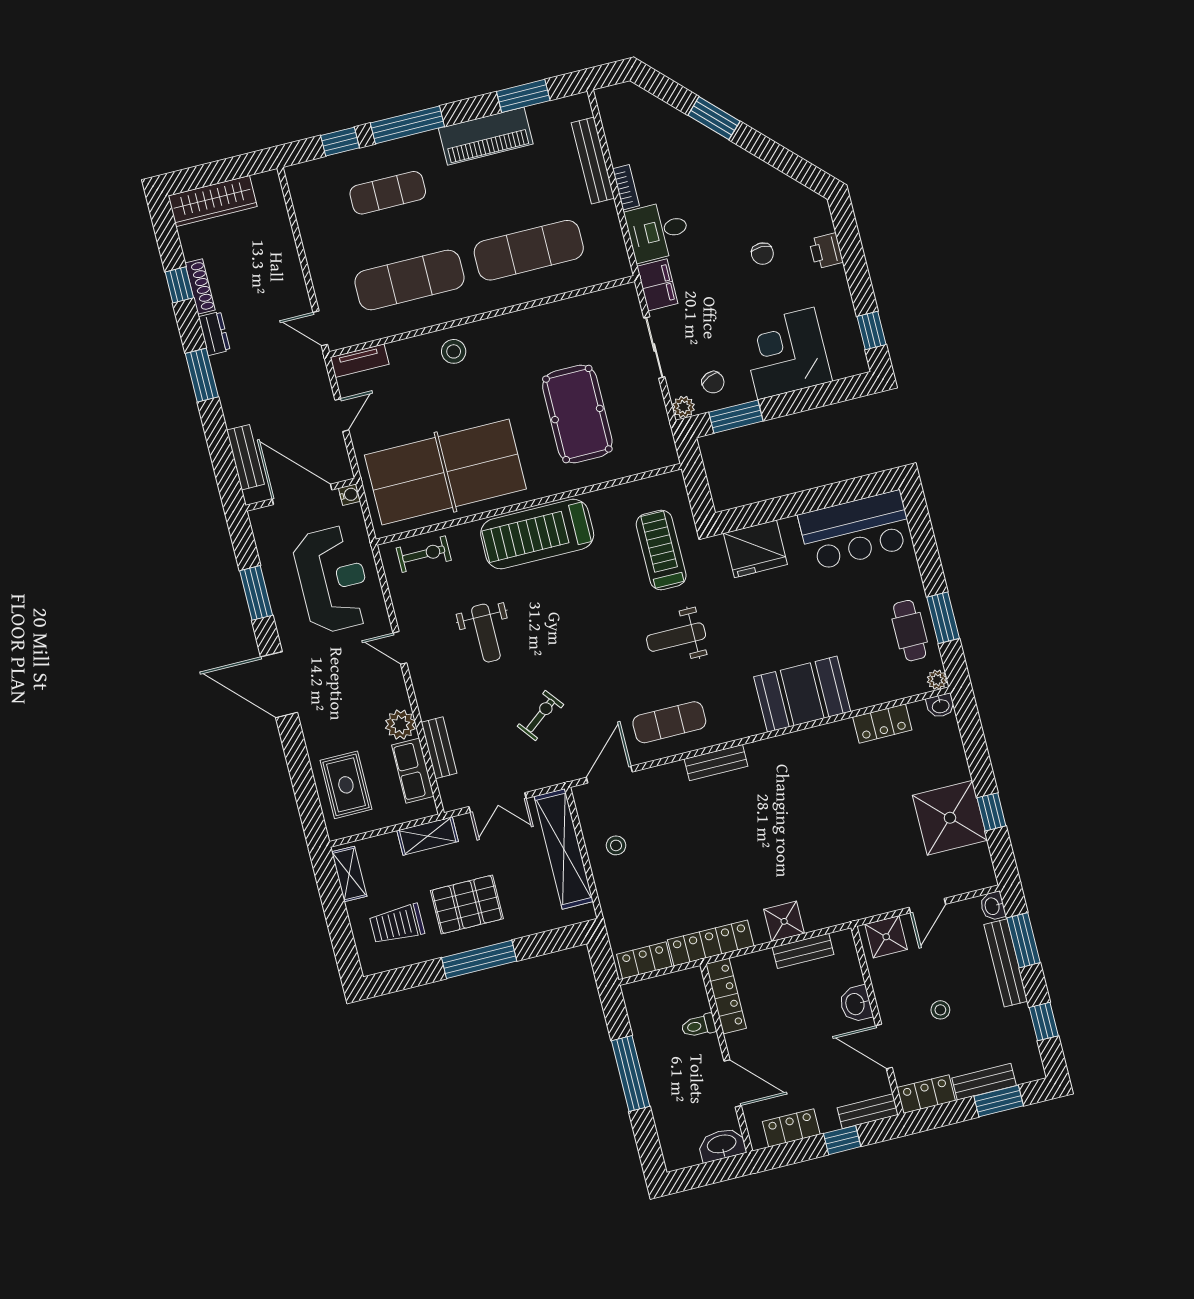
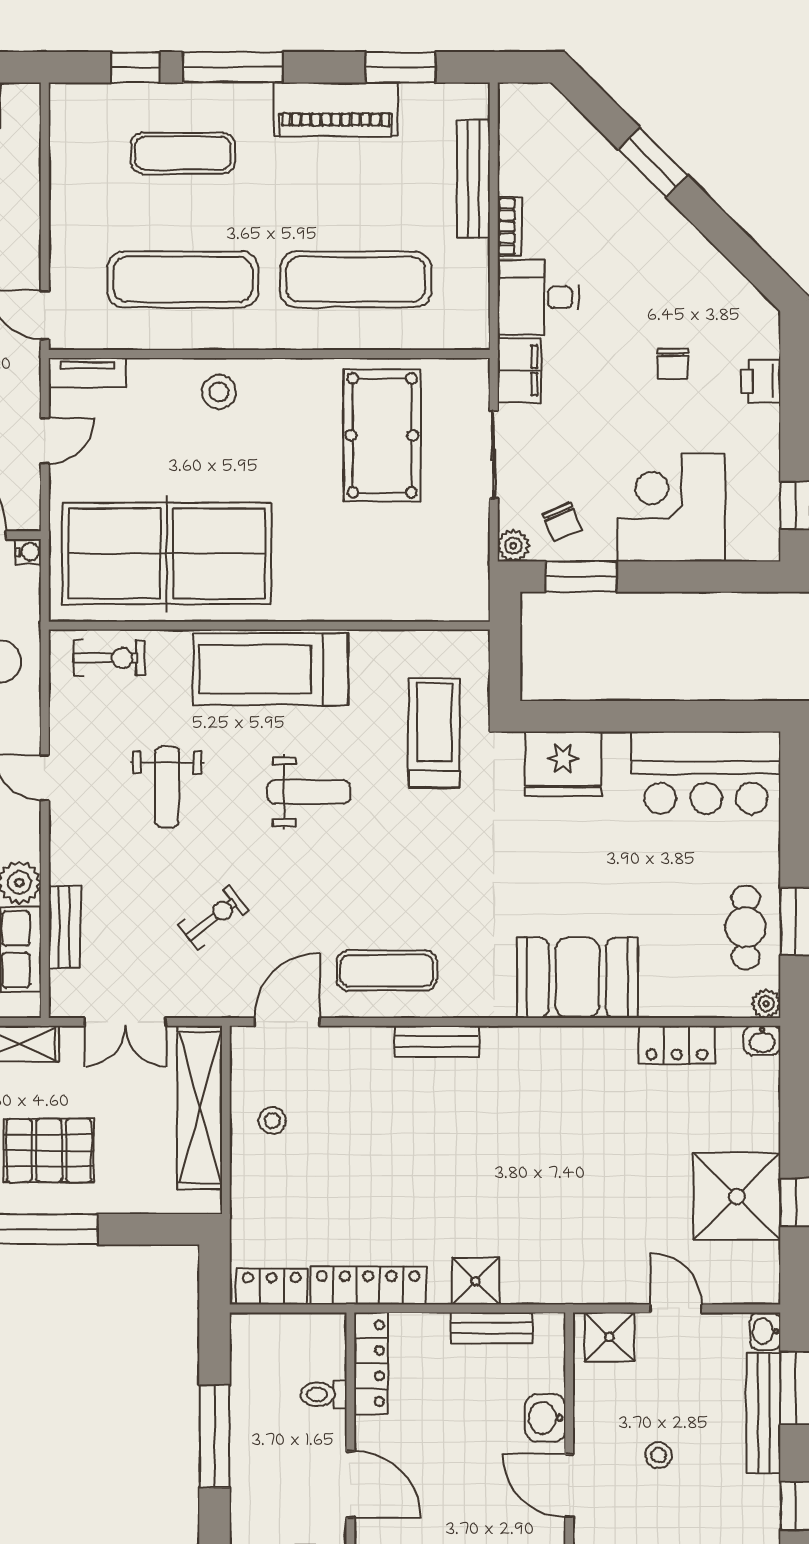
pool table: (577, 414) -> (382, 435), moved
weight bench: (676, 637) -> (309, 792), moved, turned 180
door: (927, 906) -> (676, 1309), swing flipped

